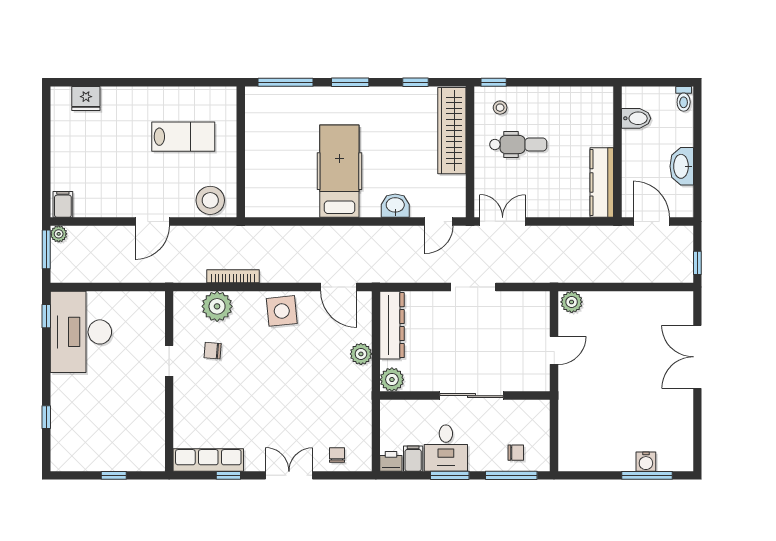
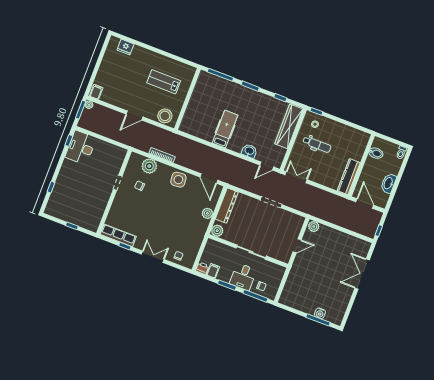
lab bench: (183, 137) -> (164, 82), turned 180
hospital bed: (339, 171) -> (225, 129), width x0.73, depth x0.78
desk: (81, 332) -> (81, 148), width x0.73, depth x0.77
desk: (446, 448) -> (243, 277), moved

